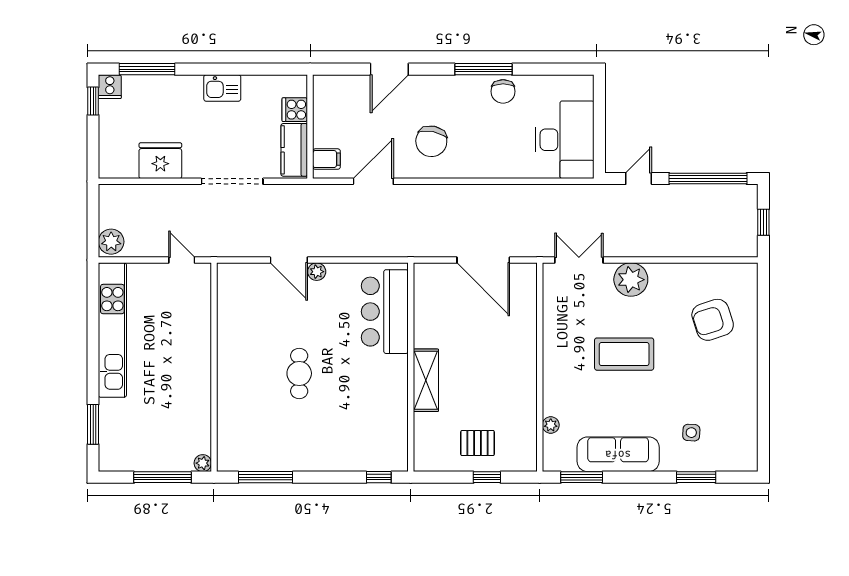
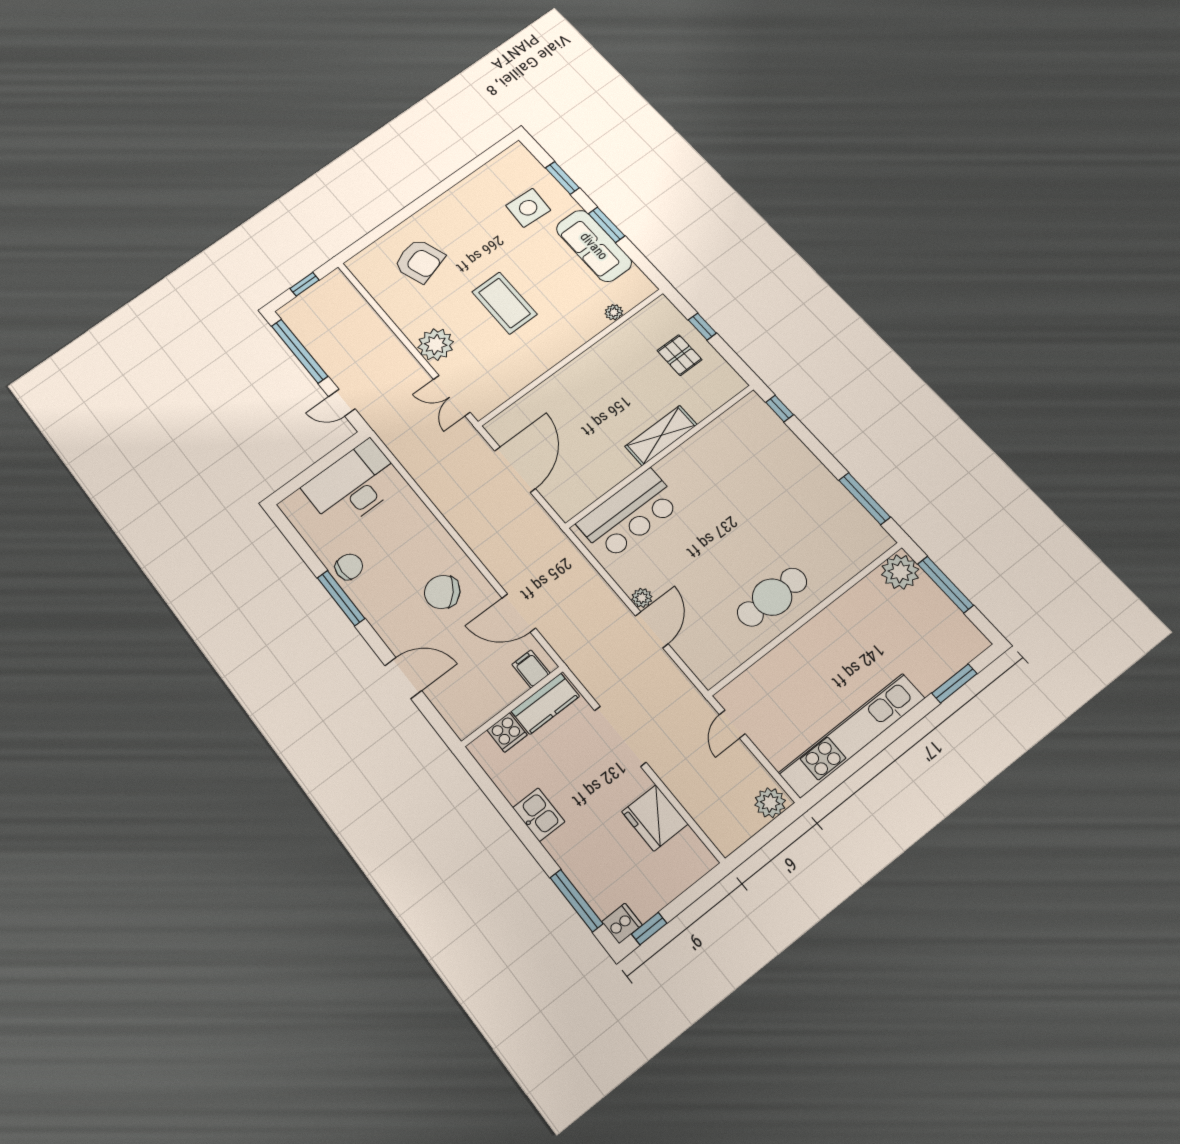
chair: (431, 141) -> (442, 592), turned -151
cafe table: (299, 373) -> (772, 597), moved, width x1.37, depth x1.35
side table: (691, 433) -> (528, 208), width x1.87, depth x1.87
plant: (203, 463) -> (900, 572), width x1.87, depth x1.87
window: (582, 477) -> (606, 225), moved

